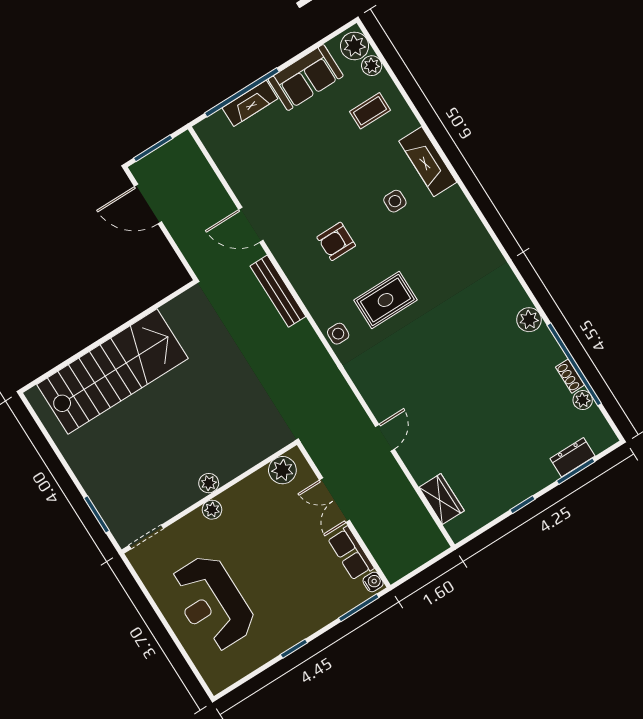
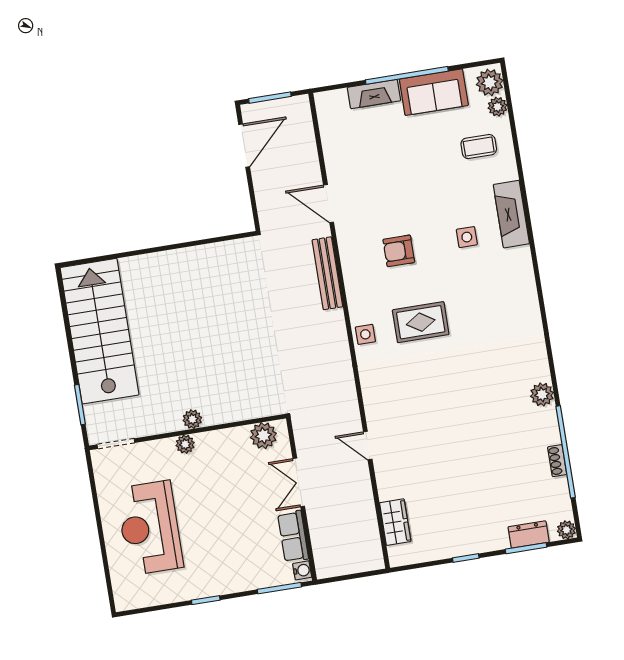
window: (242, 92) -> (407, 75), moved
door: (148, 204) -> (244, 146), swing flipped
stairs: (113, 371) -> (100, 331), moved, turned -90
plant: (583, 400) -> (566, 530), moved
door: (385, 438) -> (368, 445), swing flipped

